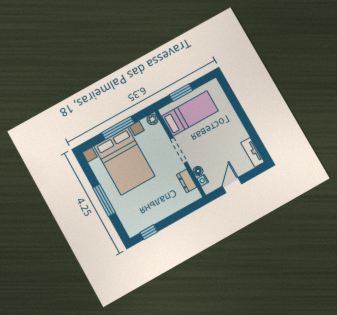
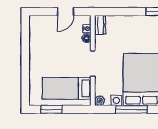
window: (181, 93) -> (51, 109), moved
tv unit: (253, 152) -> (34, 28), removed
dresser: (187, 181) -> (100, 25), moved

